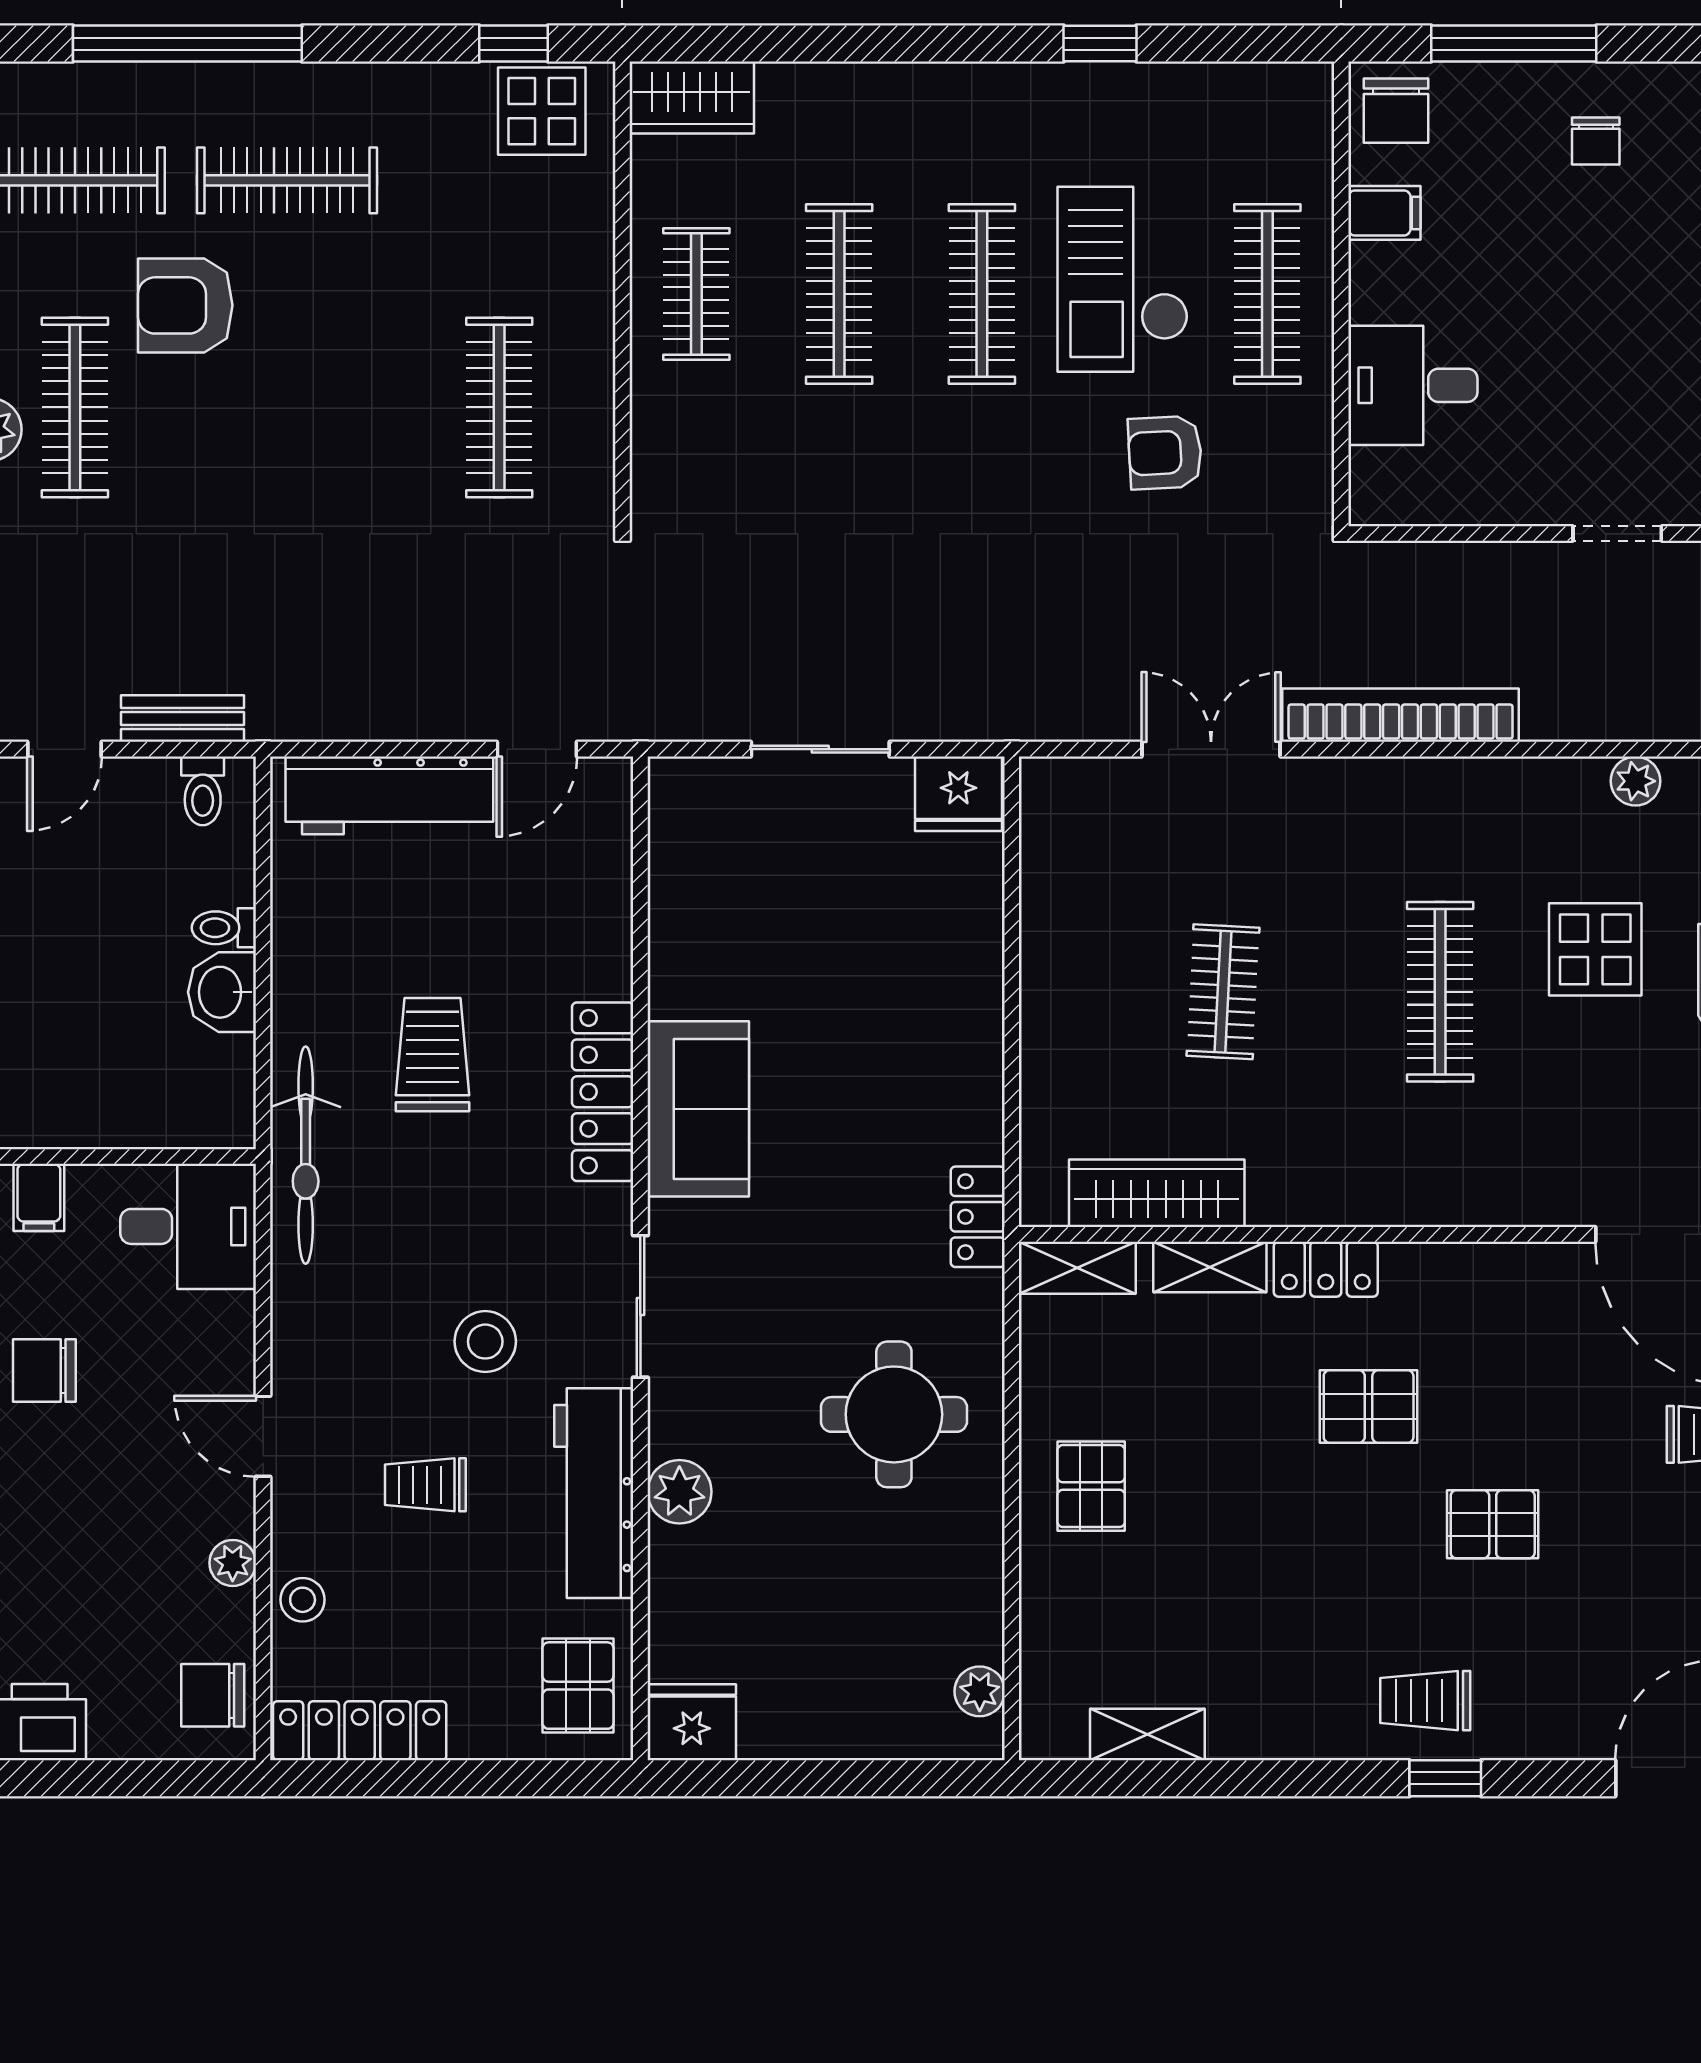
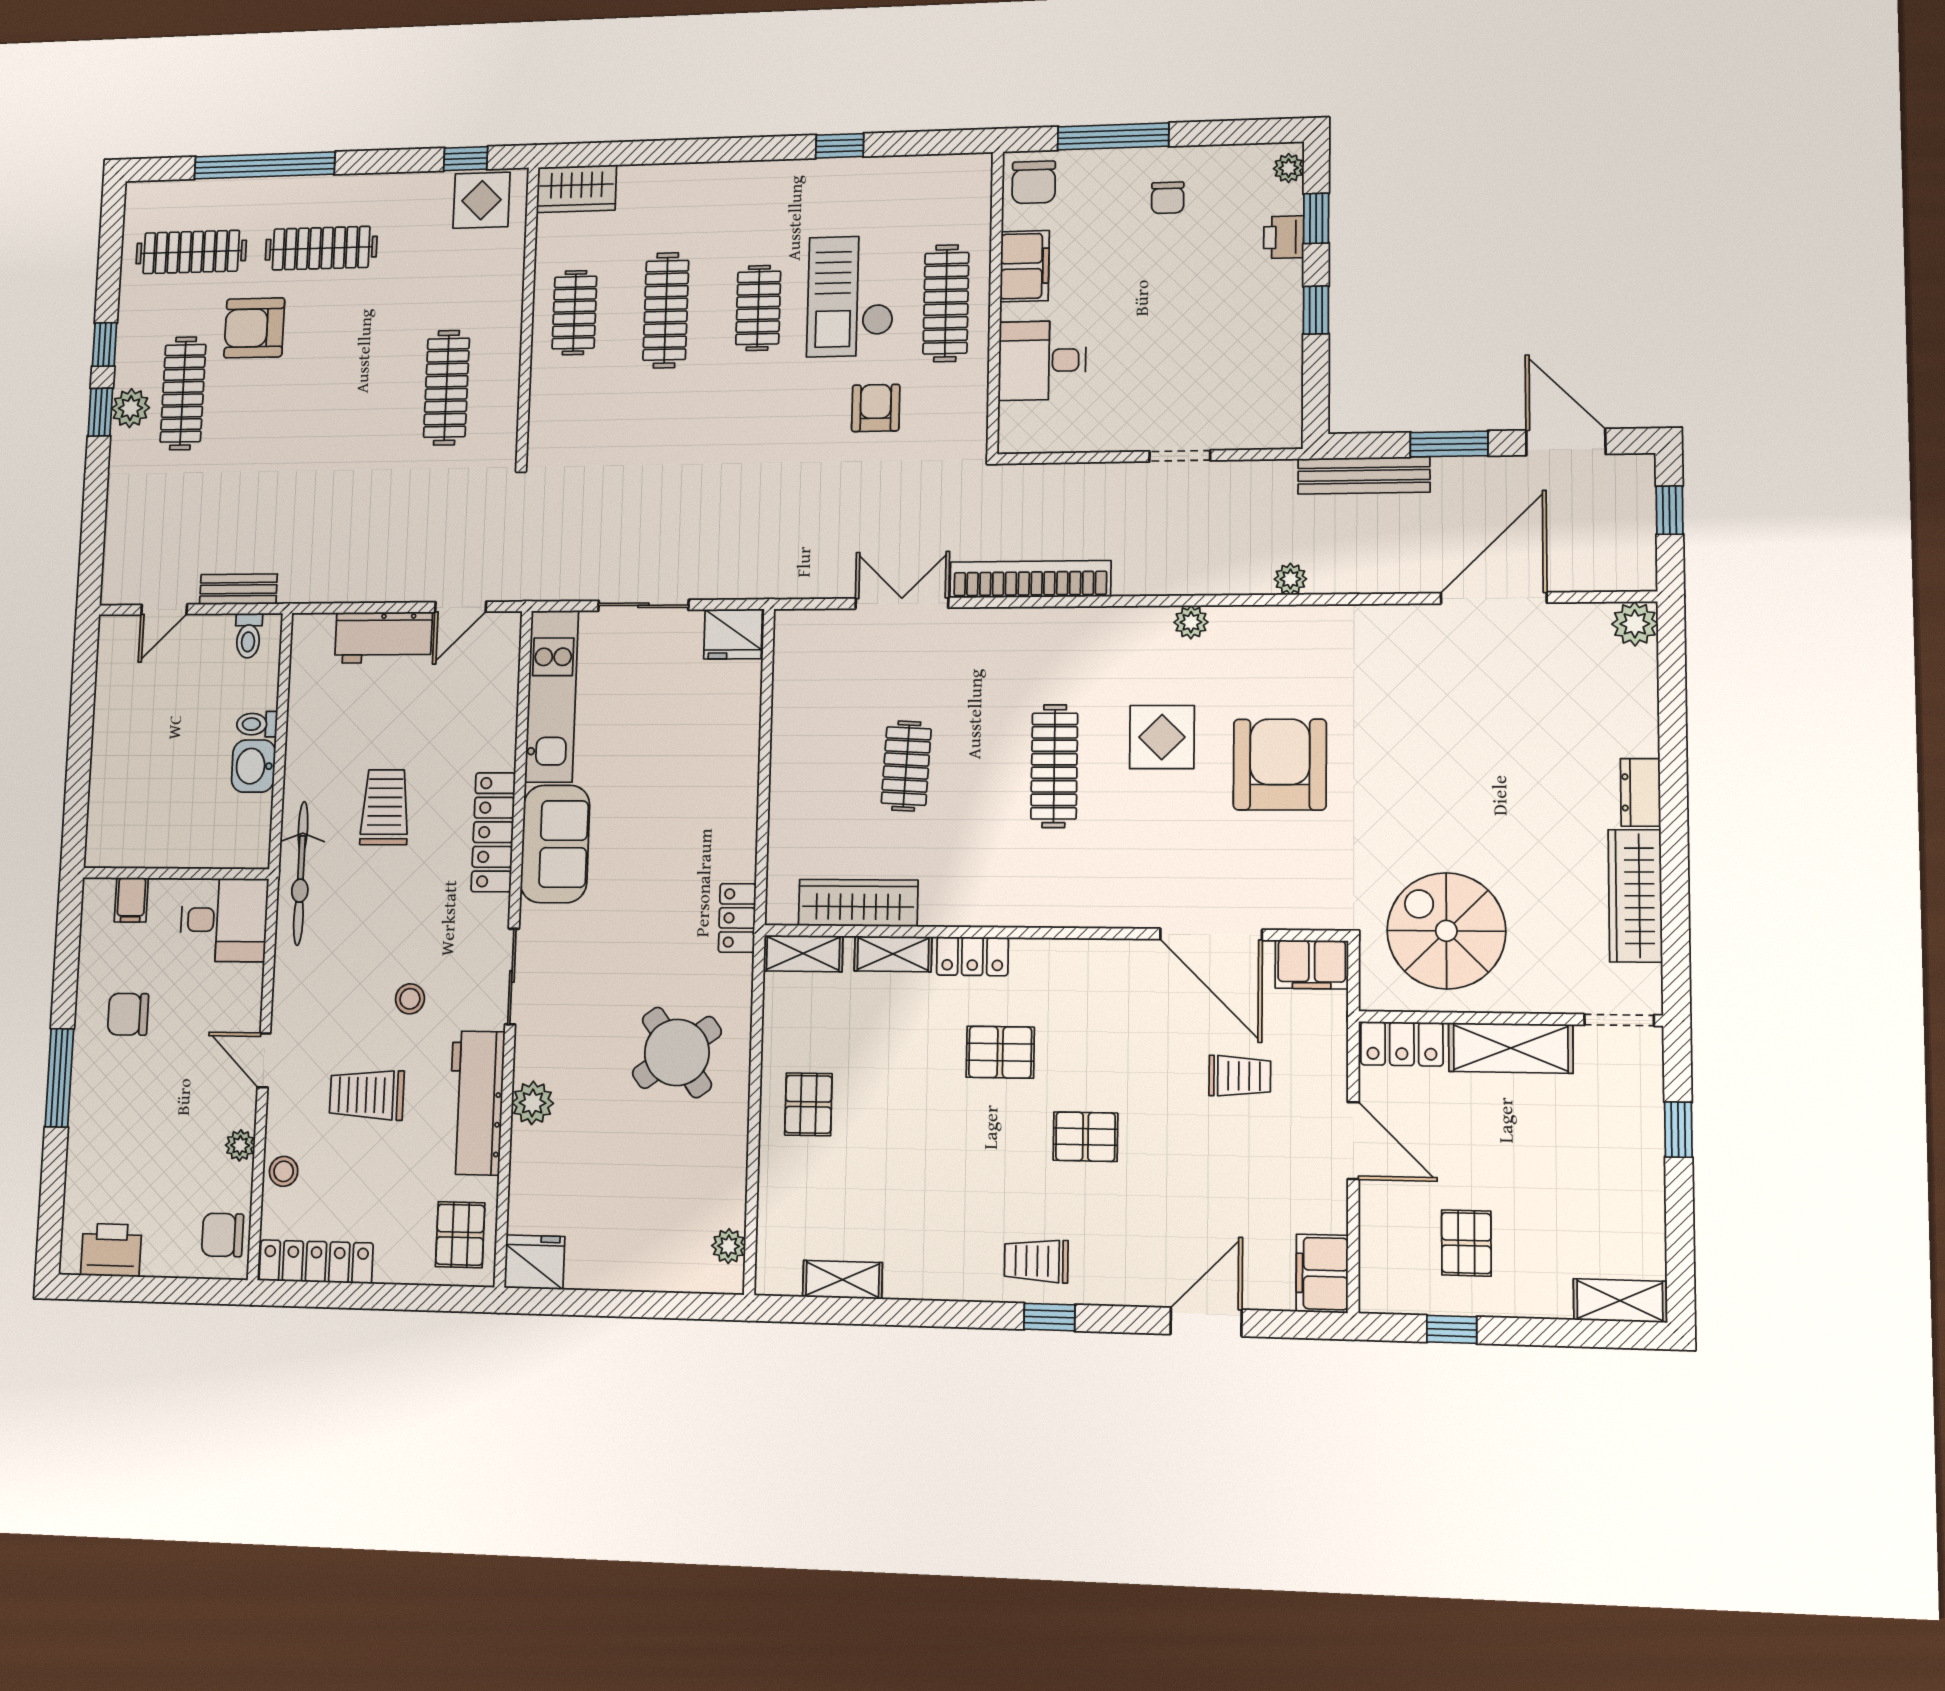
filing cabinet: (1384, 213) -> (1025, 266), width x2.00
clothes rail: (982, 294) -> (758, 308), width x0.73
armchair: (1165, 453) -> (876, 408), turned 93
workbench: (389, 795) -> (383, 638), width x0.73
kitchen unit: (684, 886) -> (552, 696), added
stool: (485, 1342) -> (410, 999), width x0.73, depth x0.73
round table: (894, 1414) -> (677, 1052), turned -36
trolley: (425, 1485) -> (367, 1095), width x1.36, depth x1.39

